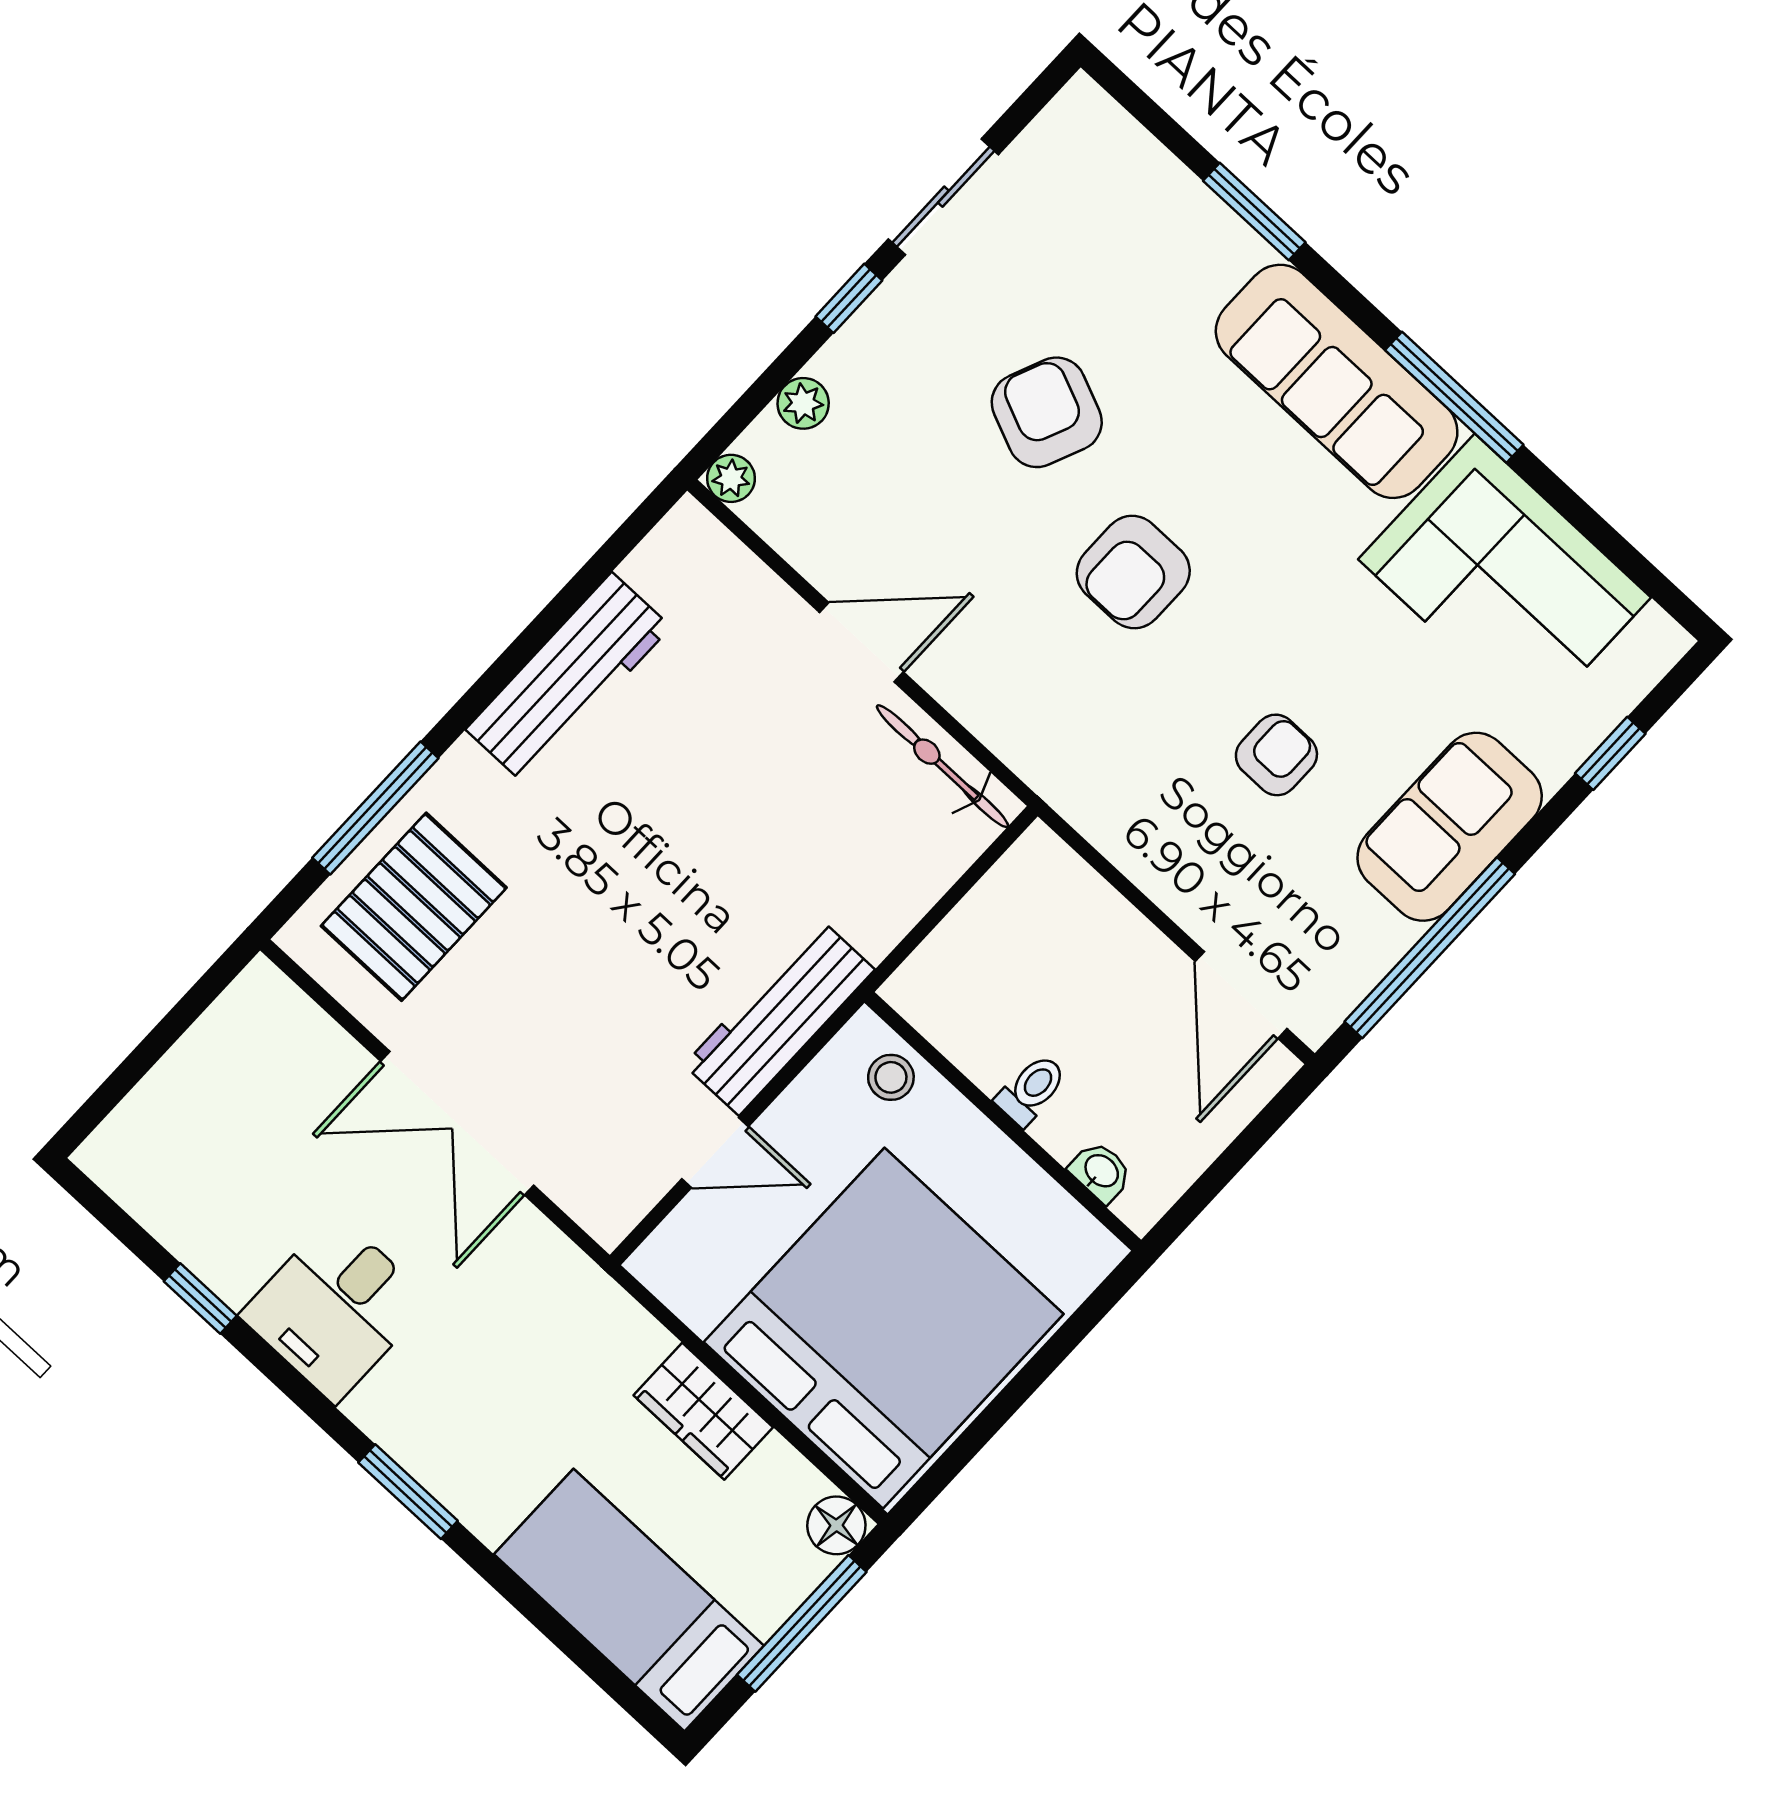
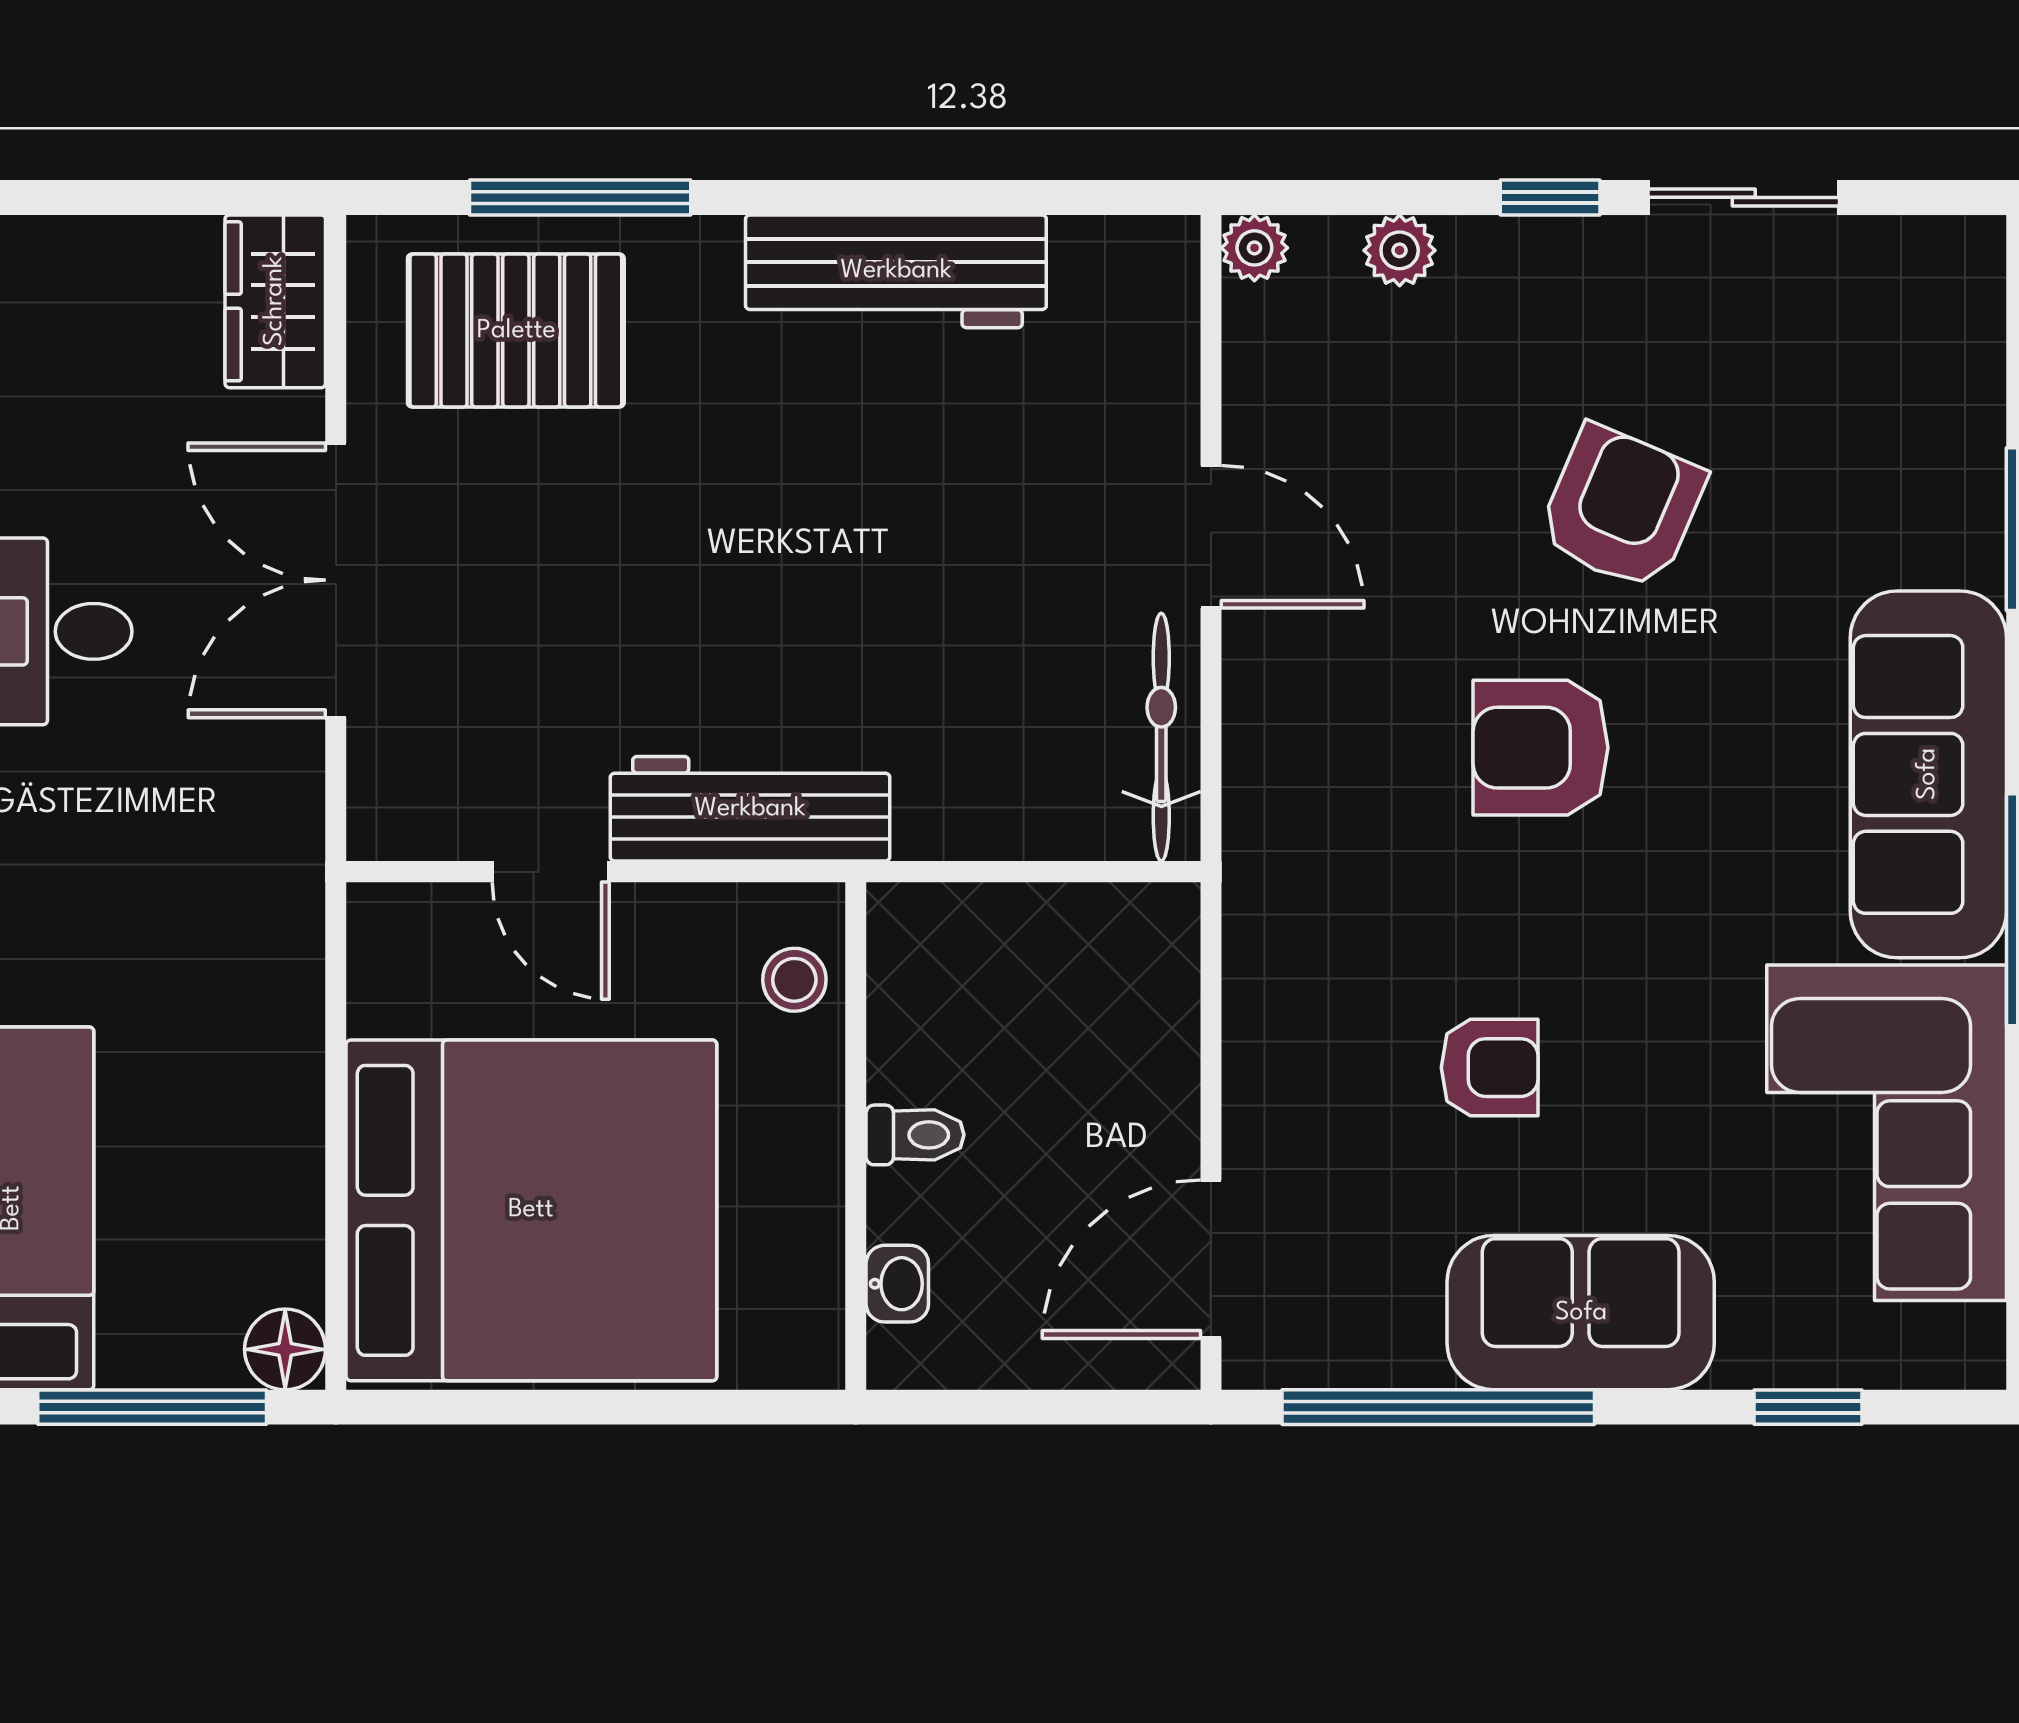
wardrobe: (703, 1411) -> (275, 301), moved

